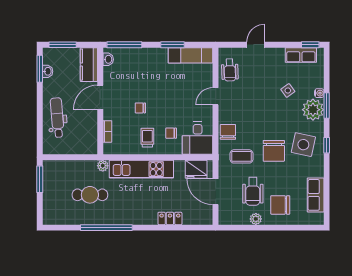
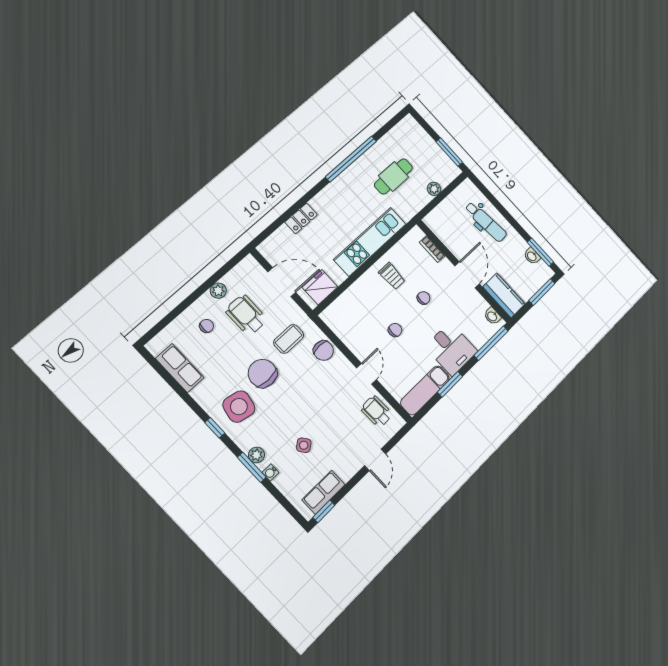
plant: (313, 110) -> (256, 455), width x0.53, depth x0.53
chair: (171, 133) -> (395, 330), moved
desk: (198, 138) -> (451, 349), moved, turned 180
plant: (103, 166) -> (434, 189), moved
chair: (280, 205) -> (206, 326), width x0.54, depth x0.54

